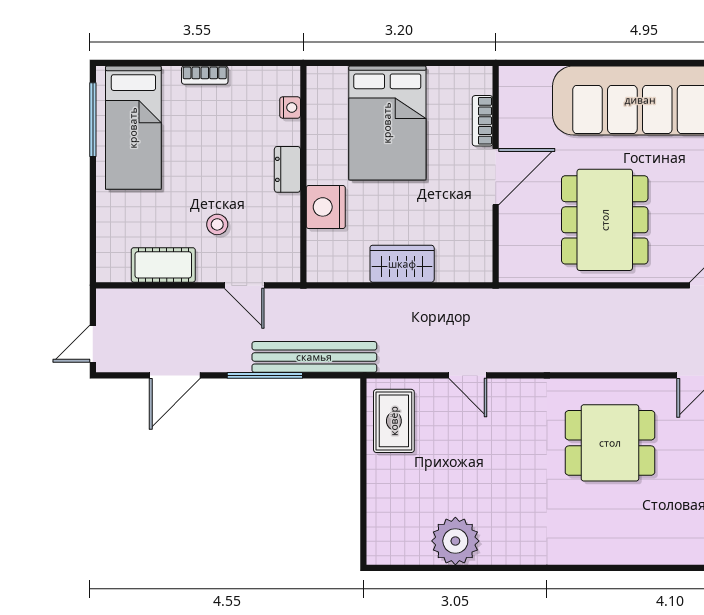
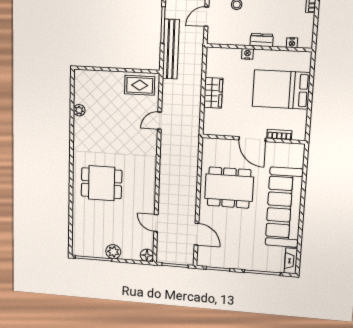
nightstand: (326, 207) -> (247, 54), width x0.53, depth x0.56
dining table: (610, 443) -> (102, 183), moved, turned 90
plant: (455, 541) -> (79, 110), width x0.53, depth x0.53

